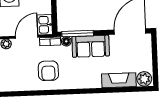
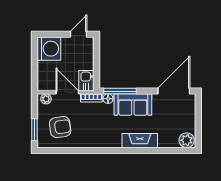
door: (27, 37) -> (67, 92), hinge flipped
armchair: (48, 71) -> (60, 127), moved, turned -98
fireplace: (119, 80) -> (140, 141), moved

